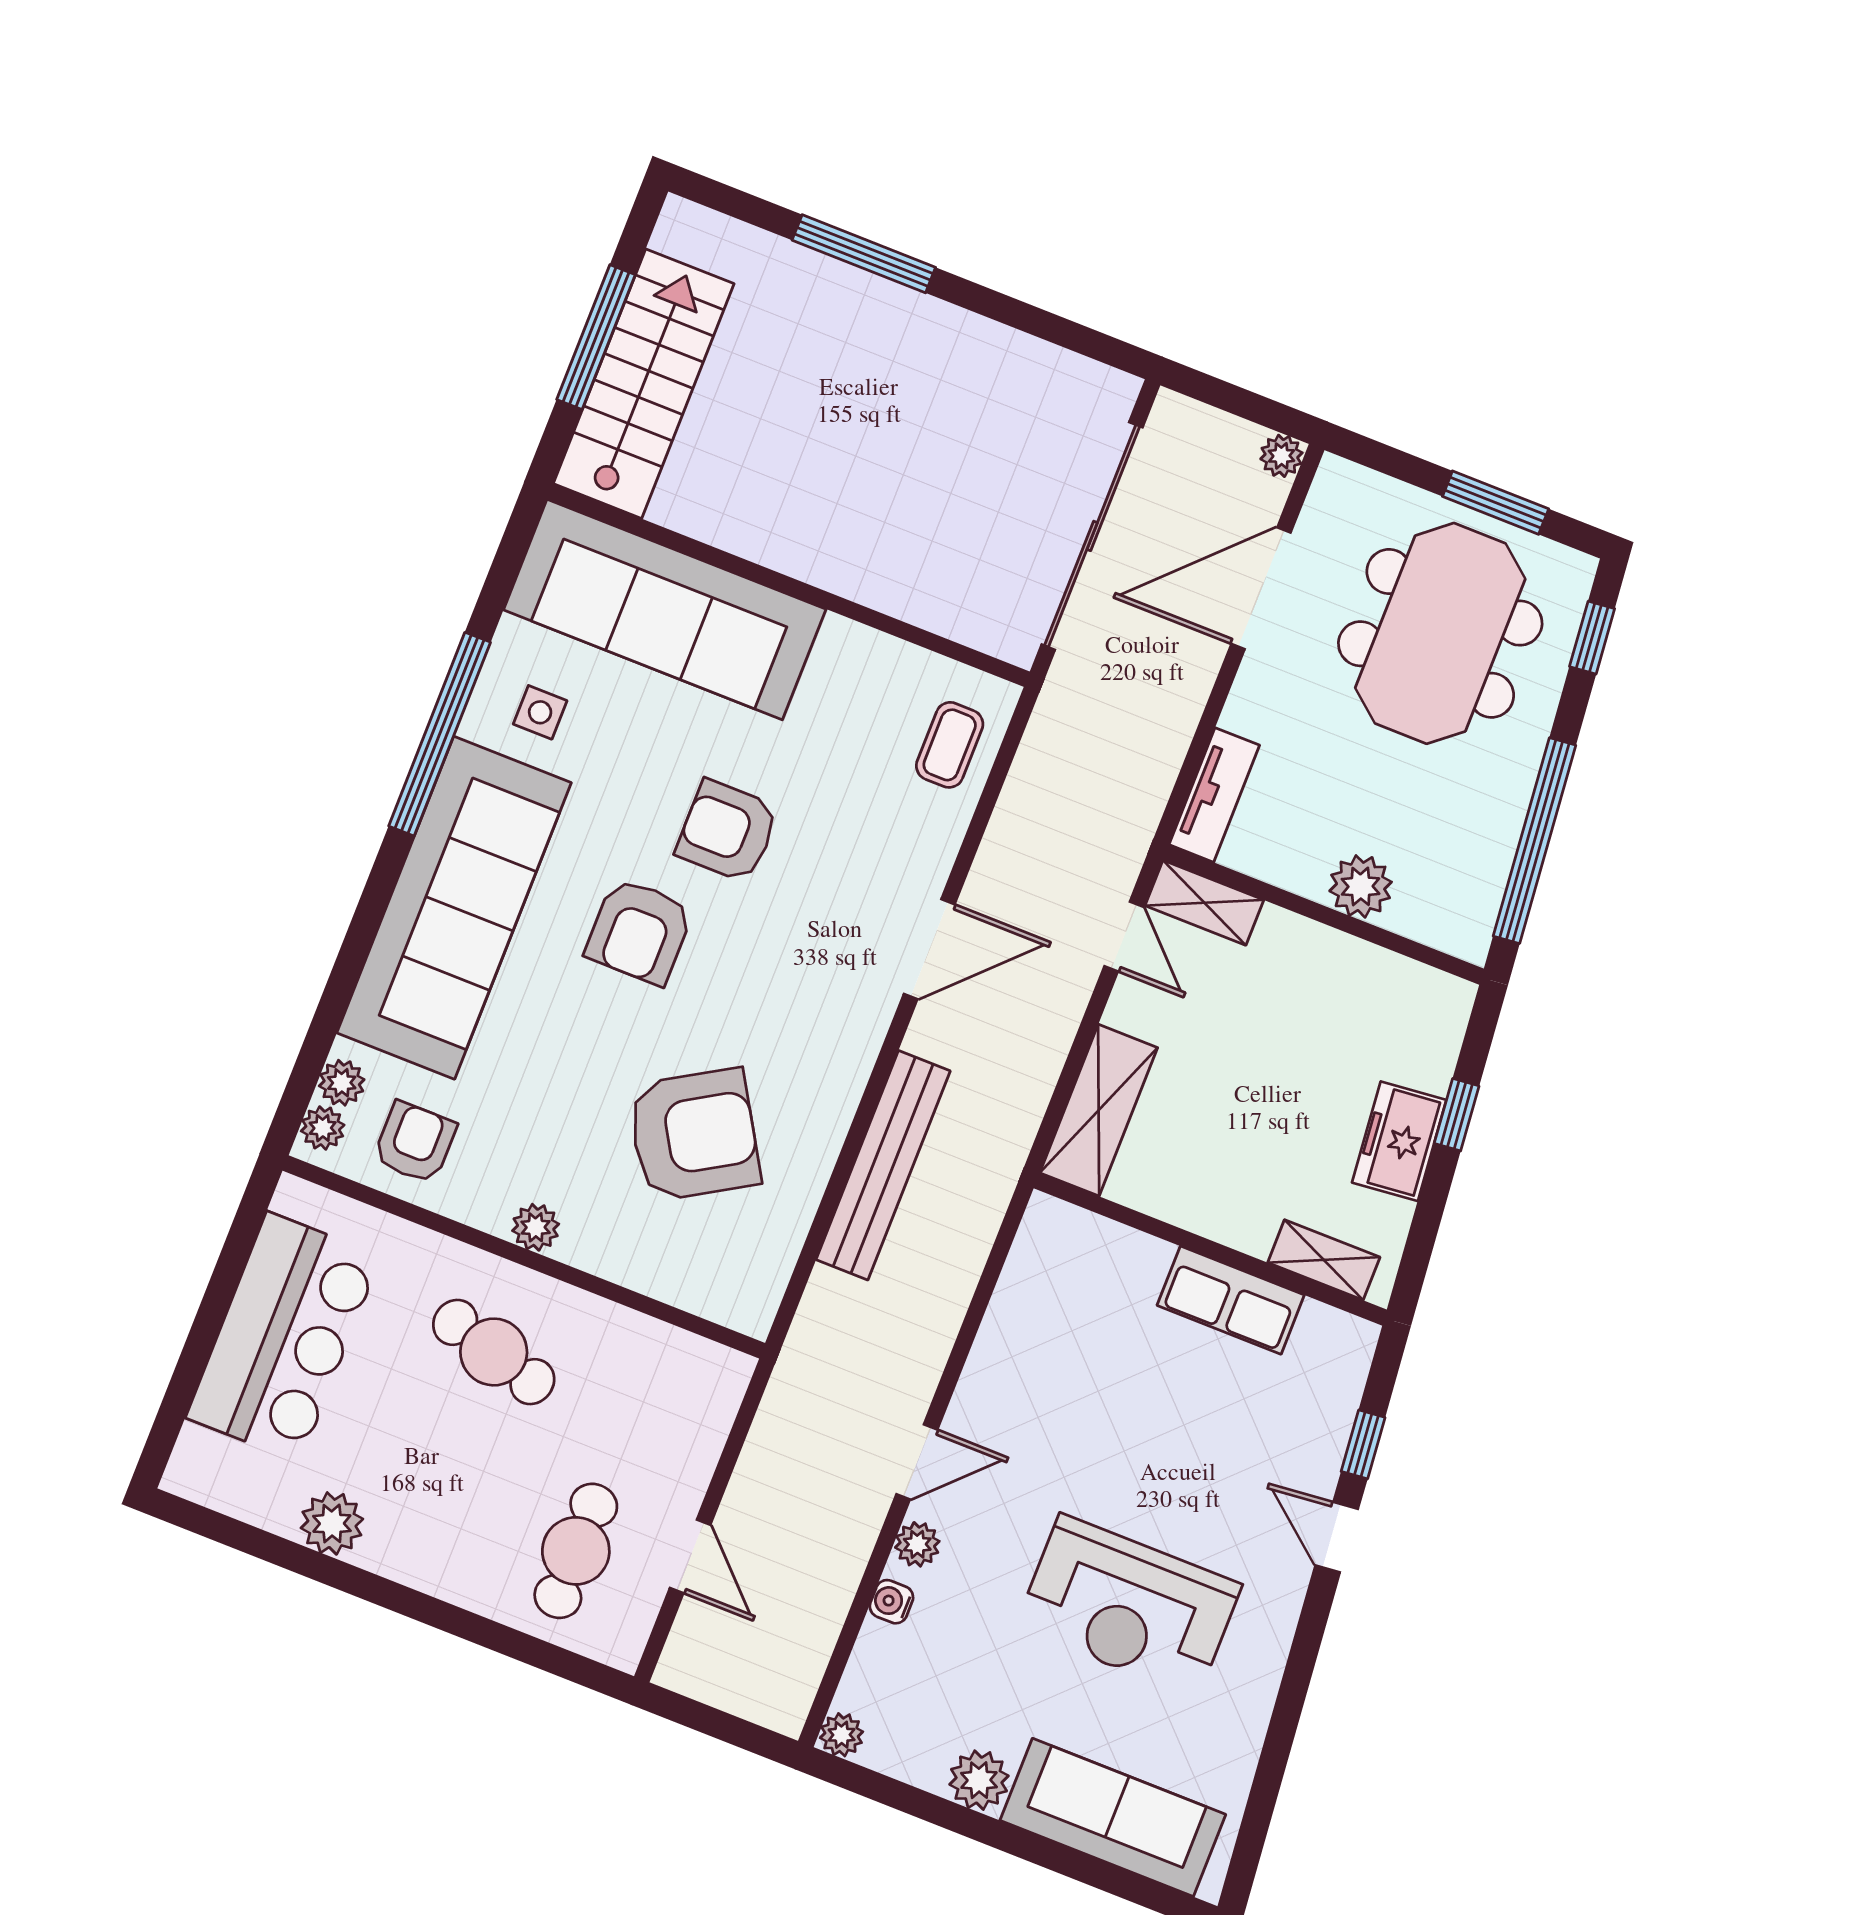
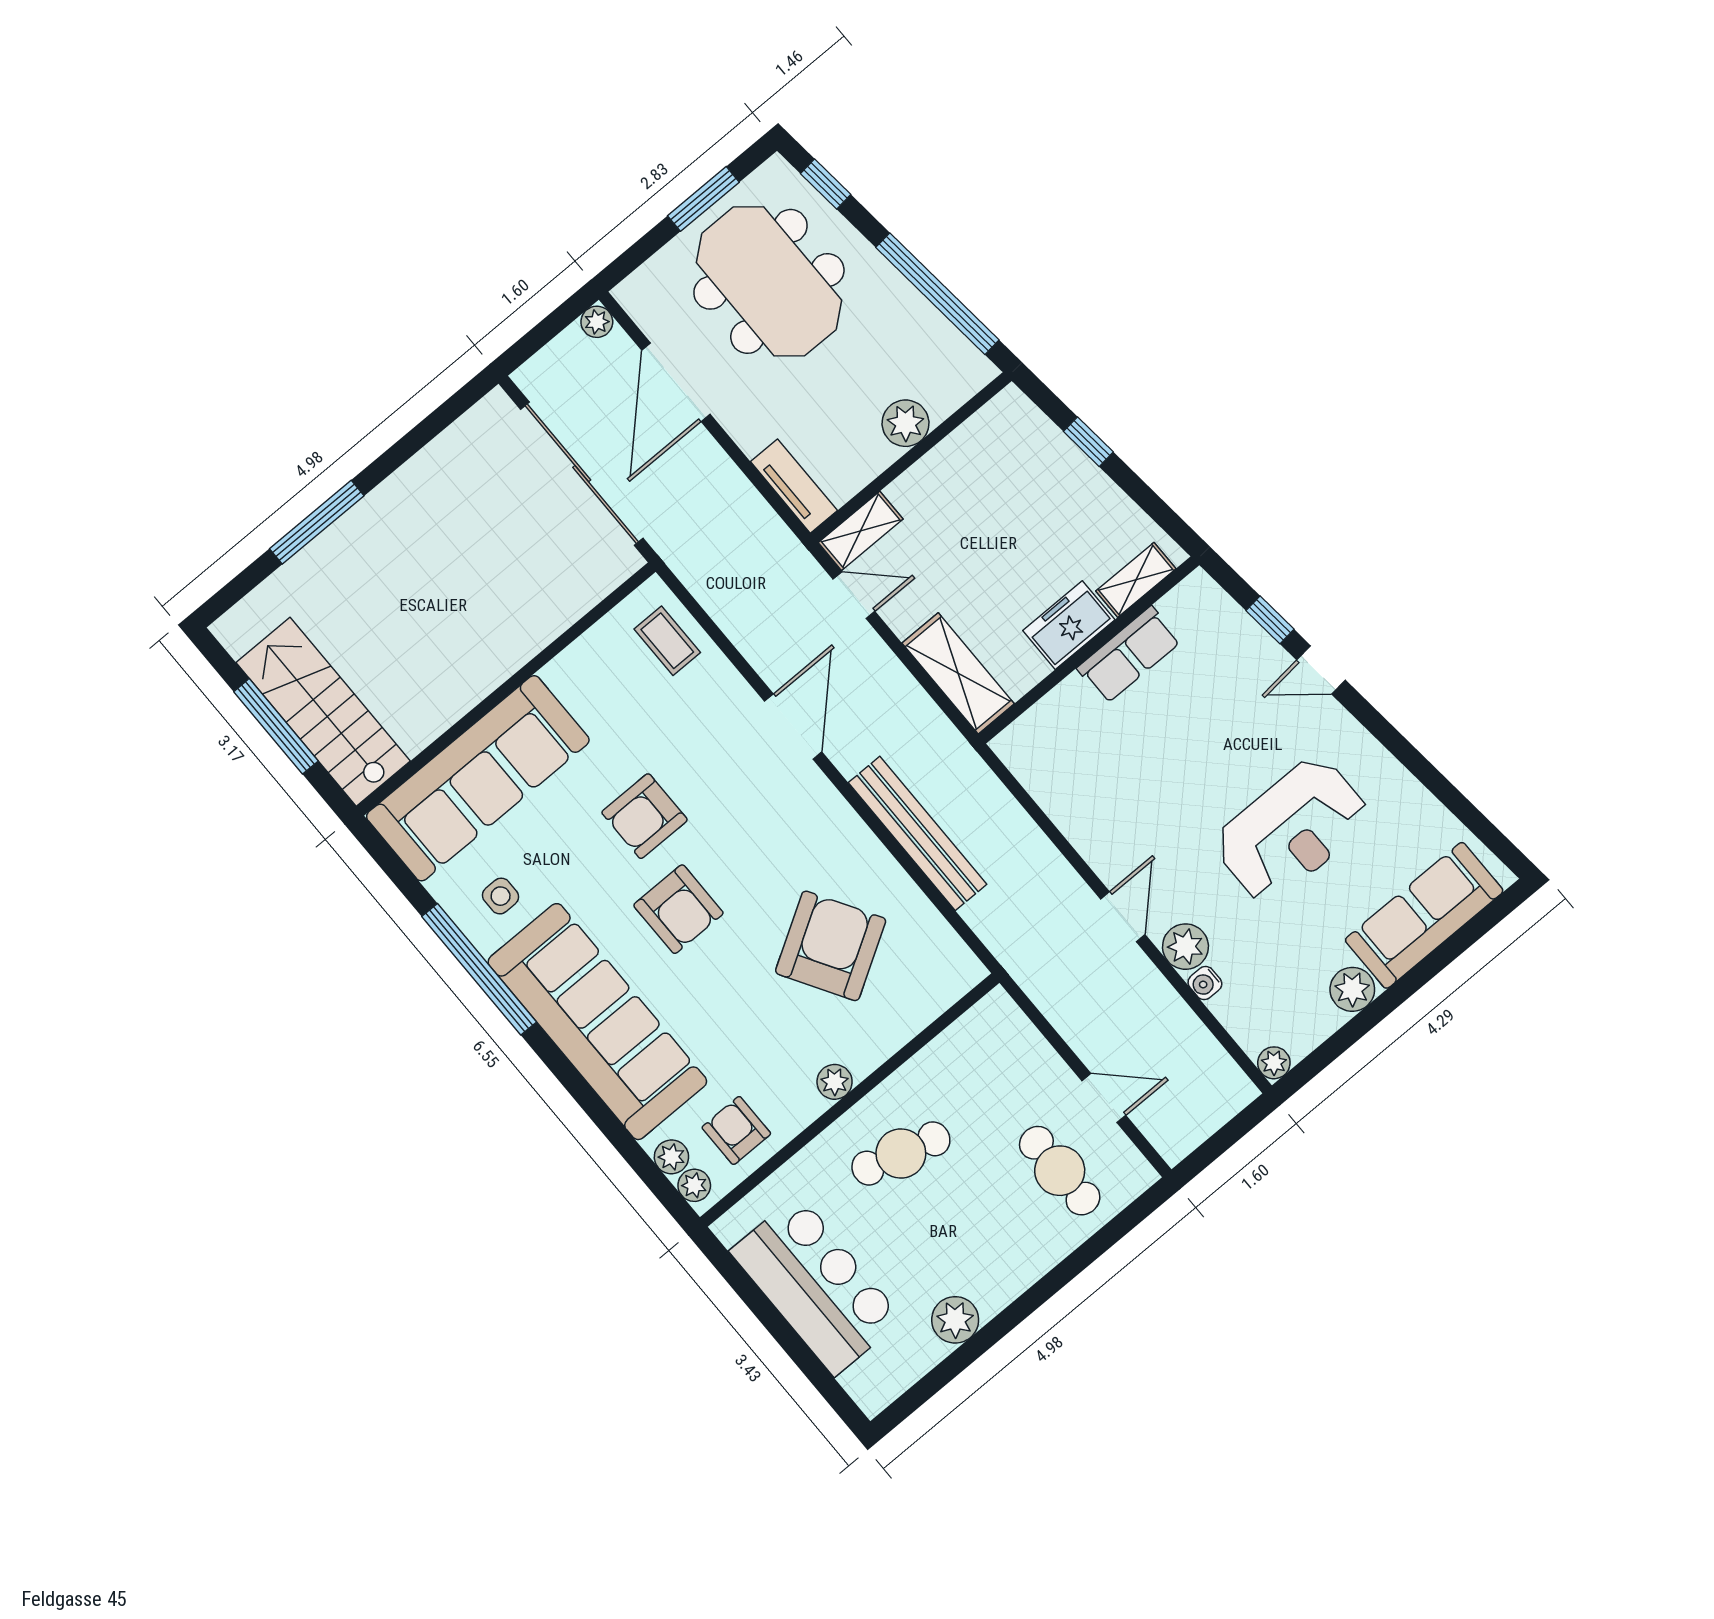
freezer: (1399, 1141) -> (1069, 625), moved, turned 96
plant: (917, 1544) -> (1185, 947), width x1.38, depth x1.38

